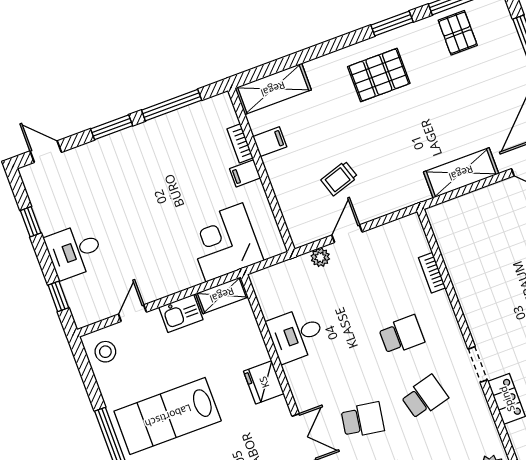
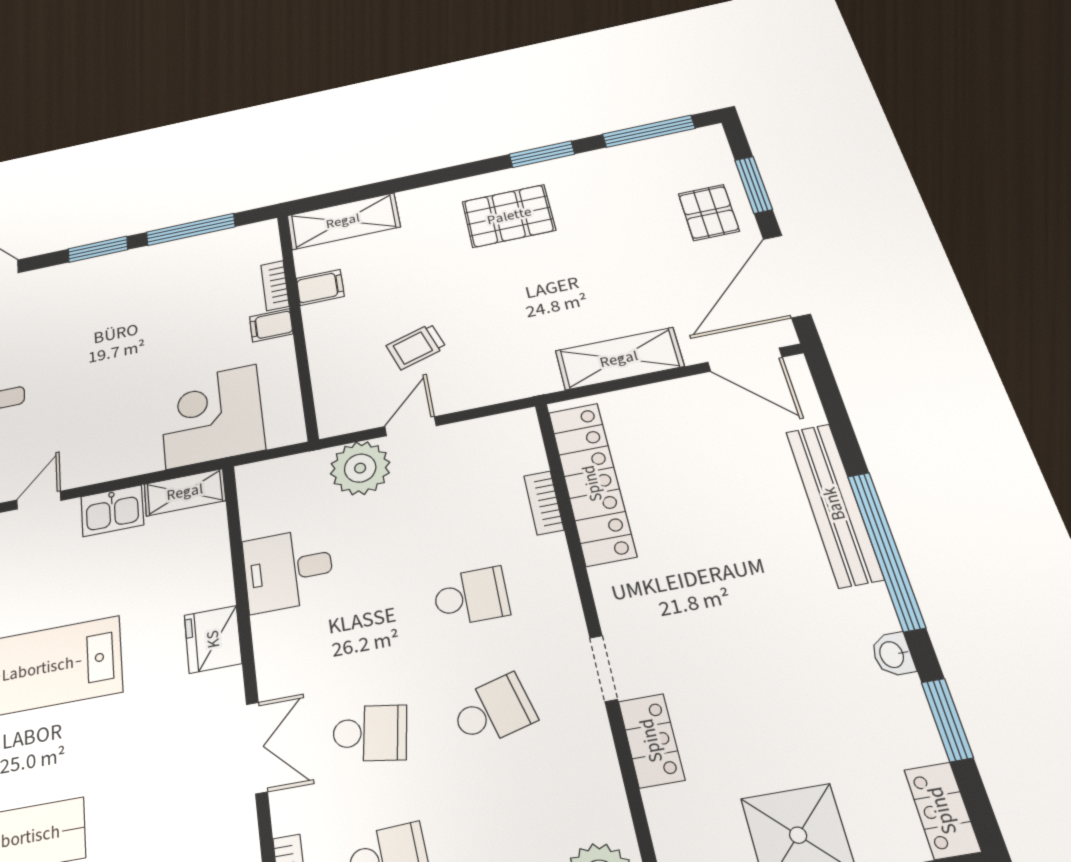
pallet: (458, 33) -> (709, 212), moved
plant: (320, 257) -> (360, 468), width x1.87, depth x1.87
locker: (457, 257) -> (592, 483), added

